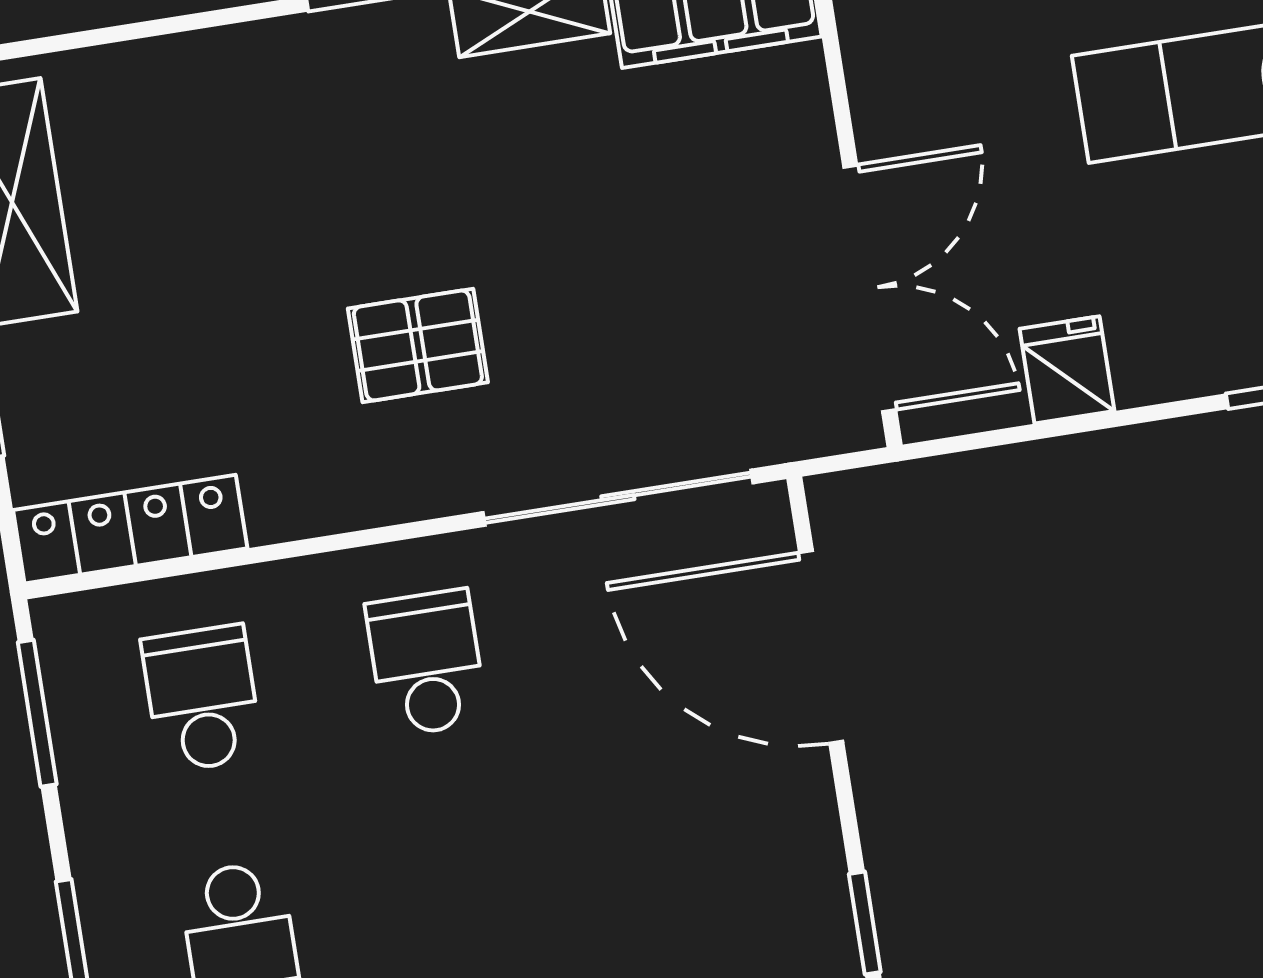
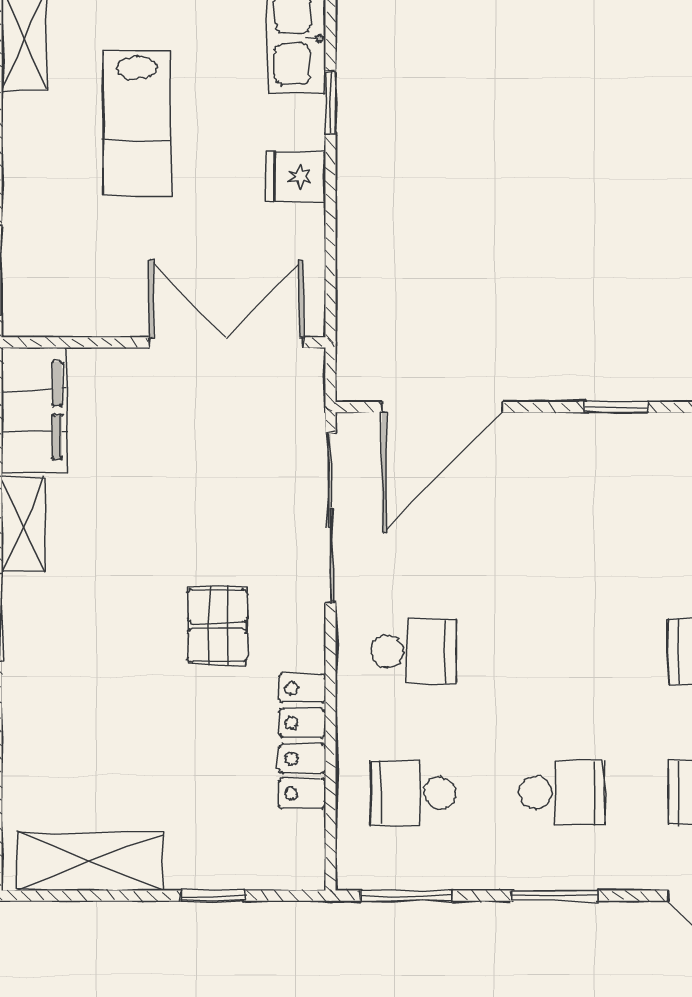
fridge: (1067, 370) -> (296, 176), moved
locker: (130, 529) -> (302, 741), moved
school desk: (426, 663) -> (413, 651), turned 180

